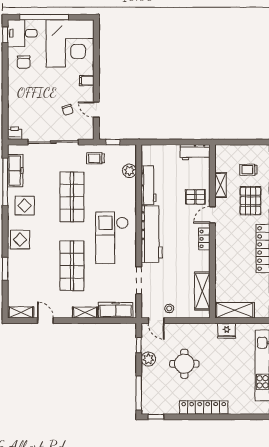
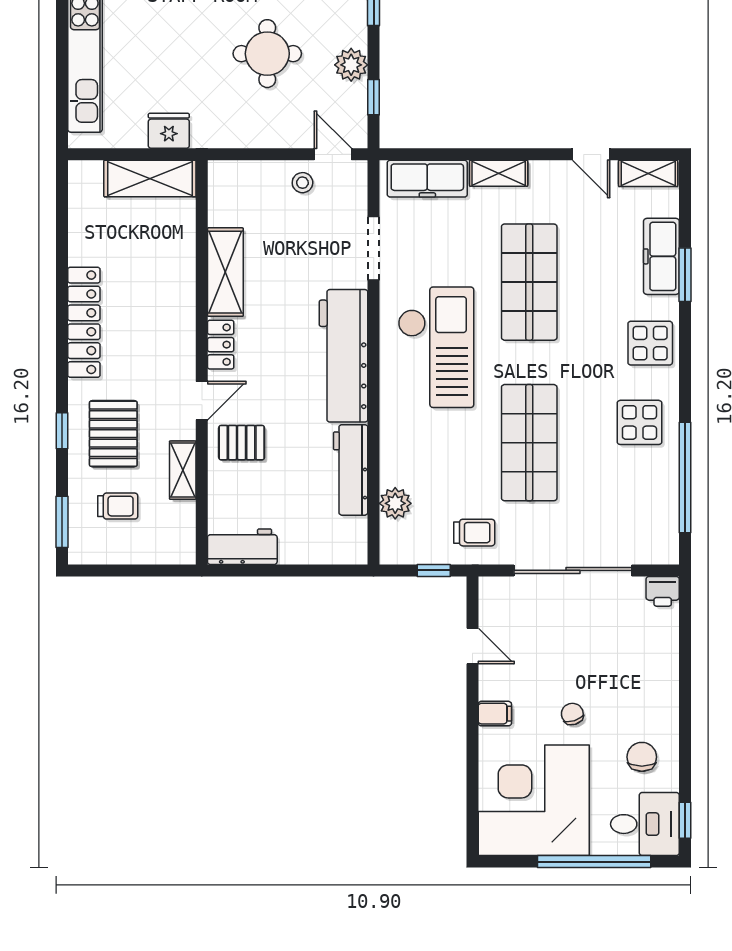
chair: (68, 110) -> (572, 714), moved
freezer: (15, 171) -> (661, 256), moved
shelving: (202, 291) -> (225, 272), moved

